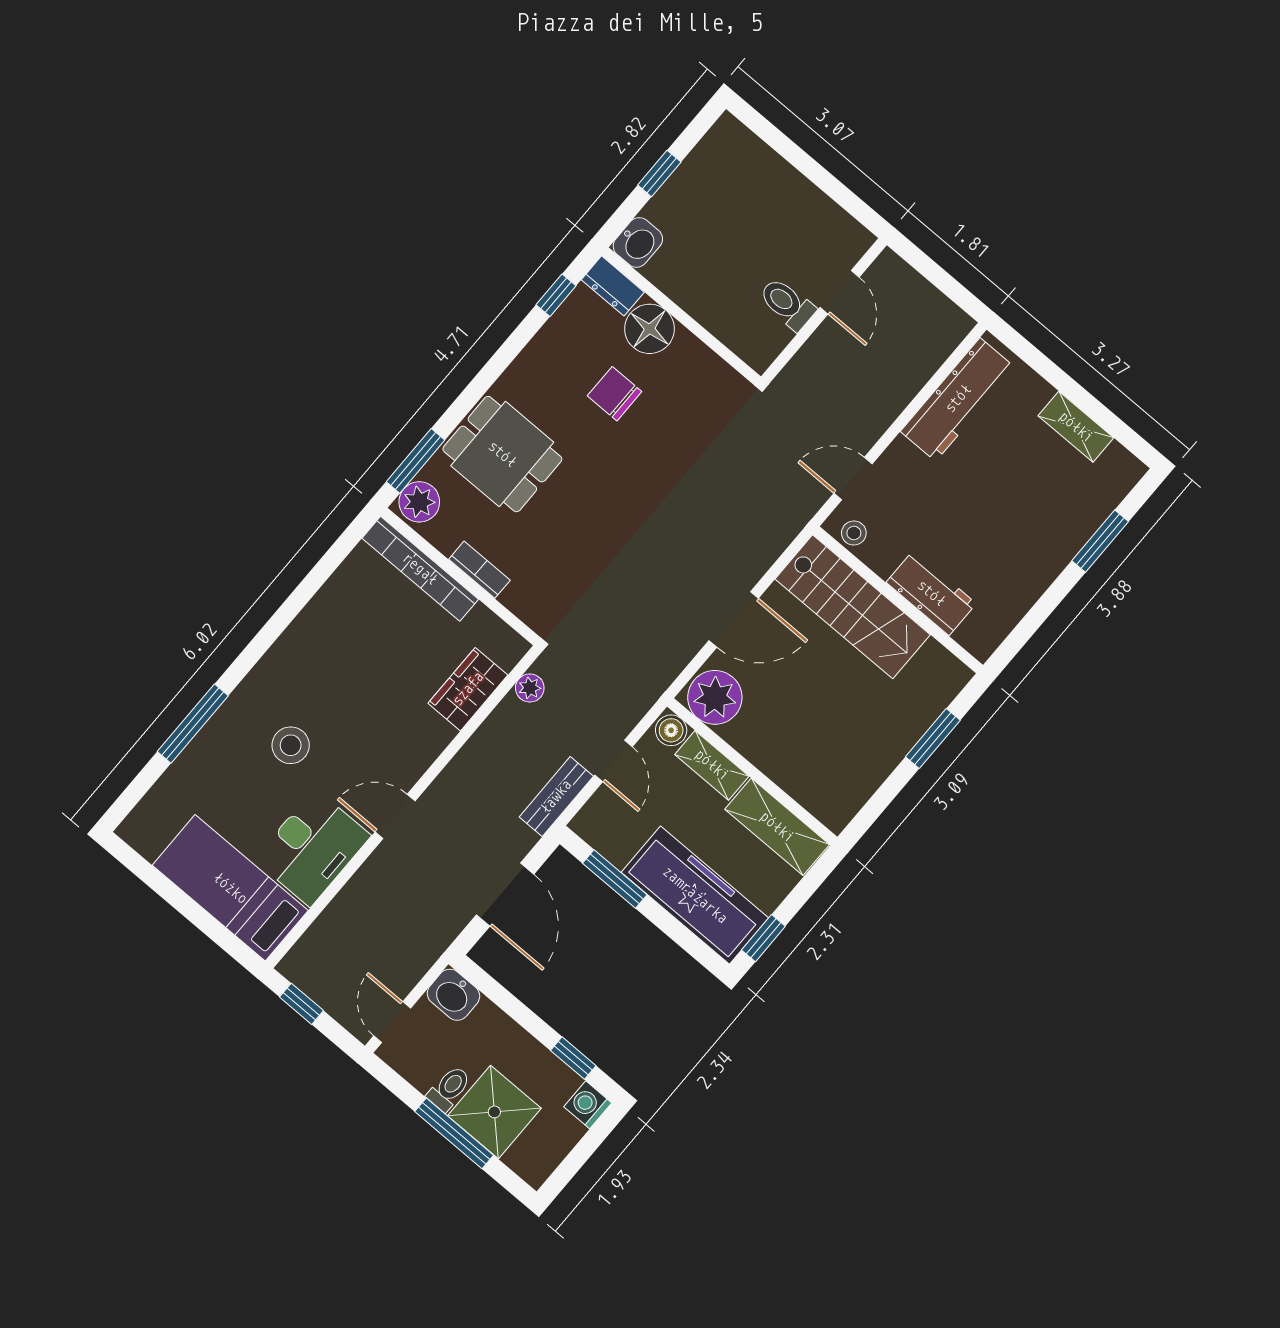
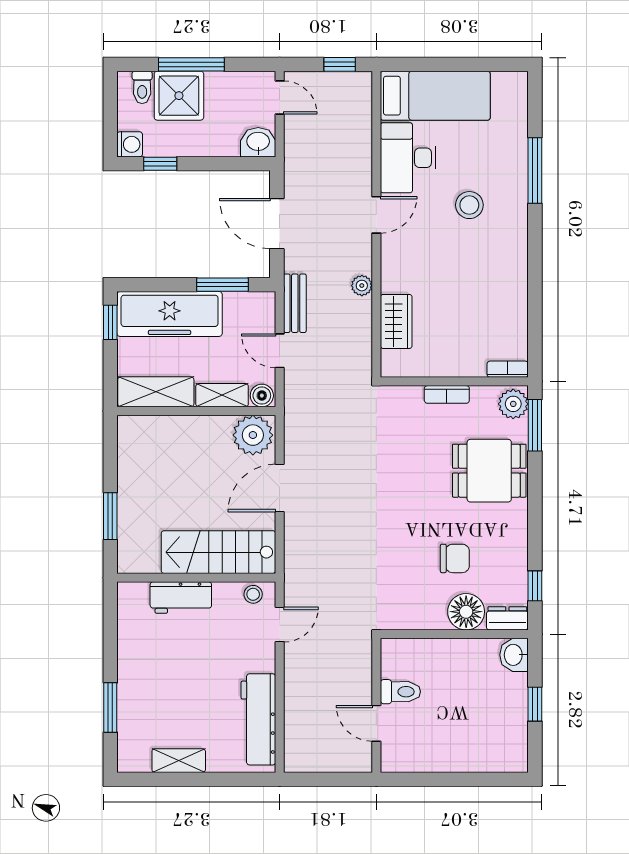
bookcase: (420, 569) -> (508, 369), width x0.43, depth x0.76
plant: (530, 688) -> (362, 286), moved
toilet: (449, 1088) -> (142, 87), moved

